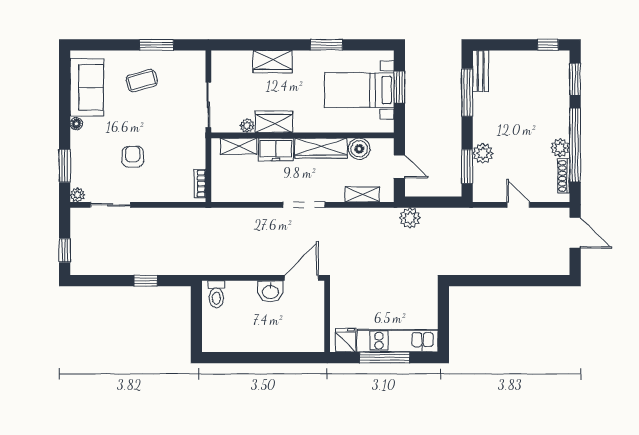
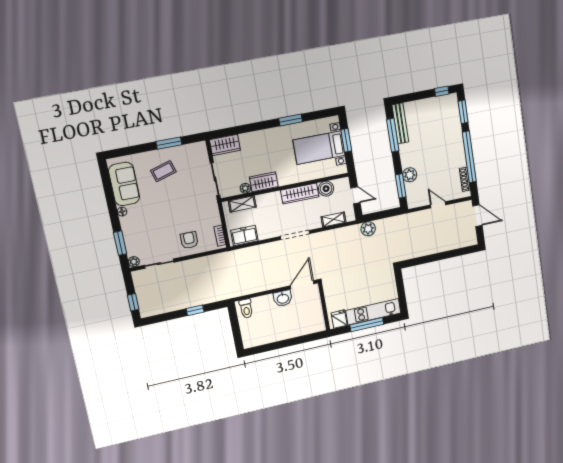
wardrobe: (273, 62) -> (225, 145), moved
bench: (480, 71) -> (400, 123), width x1.36
plant: (560, 148) -> (460, 161), removed
freezer: (276, 149) -> (244, 236), moved, turned 180
armchair: (133, 157) -> (189, 240), moved

